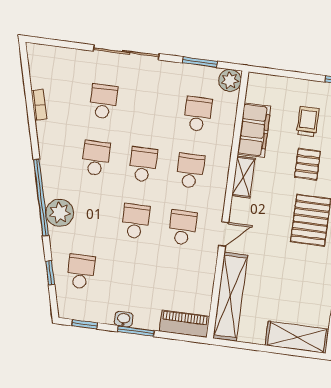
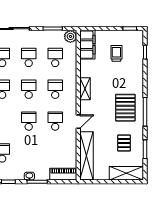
school desk: (151, 108) -> (29, 57), added
filing cabinet: (254, 130) -> (87, 45), moved
pallet: (307, 164) -> (124, 143), moved

